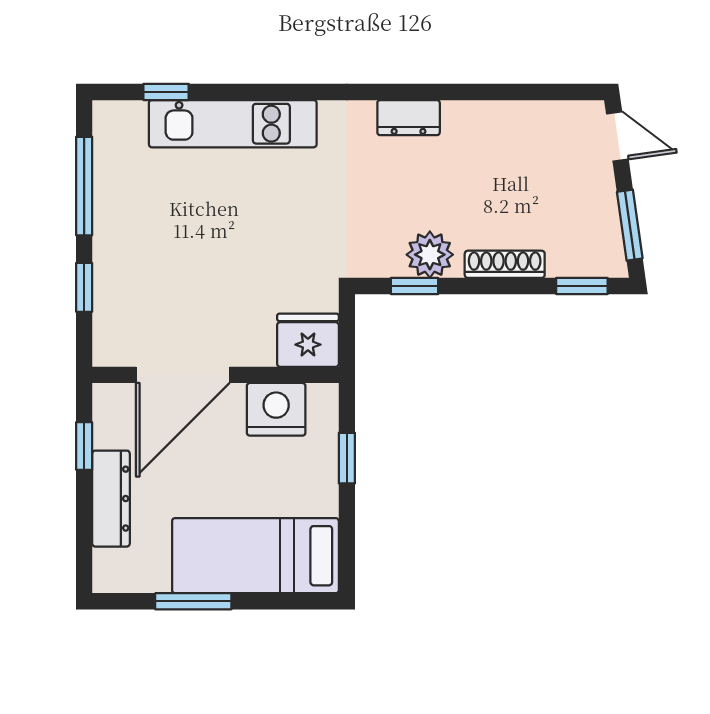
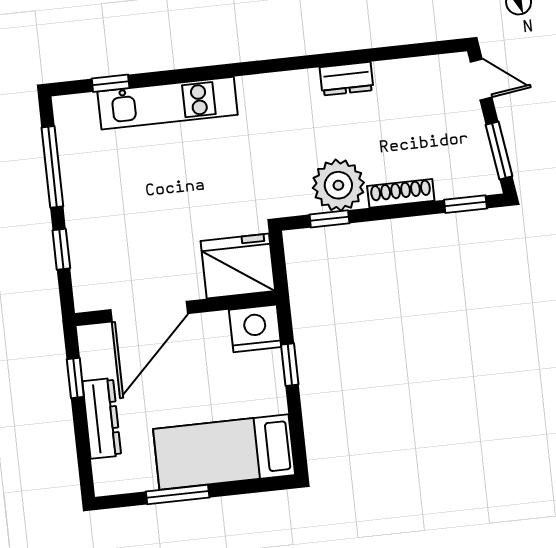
dresser: (409, 118) -> (347, 79), moved
plant: (430, 255) -> (338, 185), width x1.36, depth x1.36
fridge: (308, 340) -> (238, 266), width x1.36, depth x1.34
nightstand: (276, 409) -> (255, 328), moved

